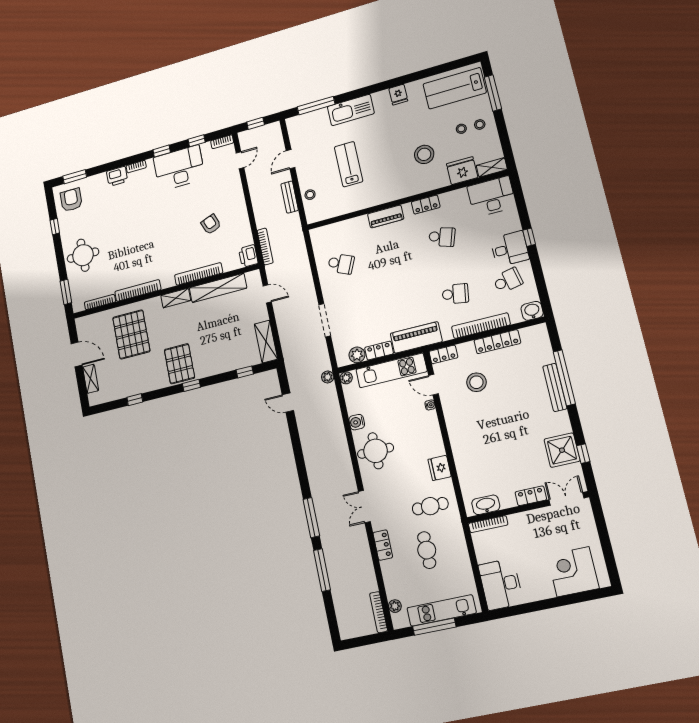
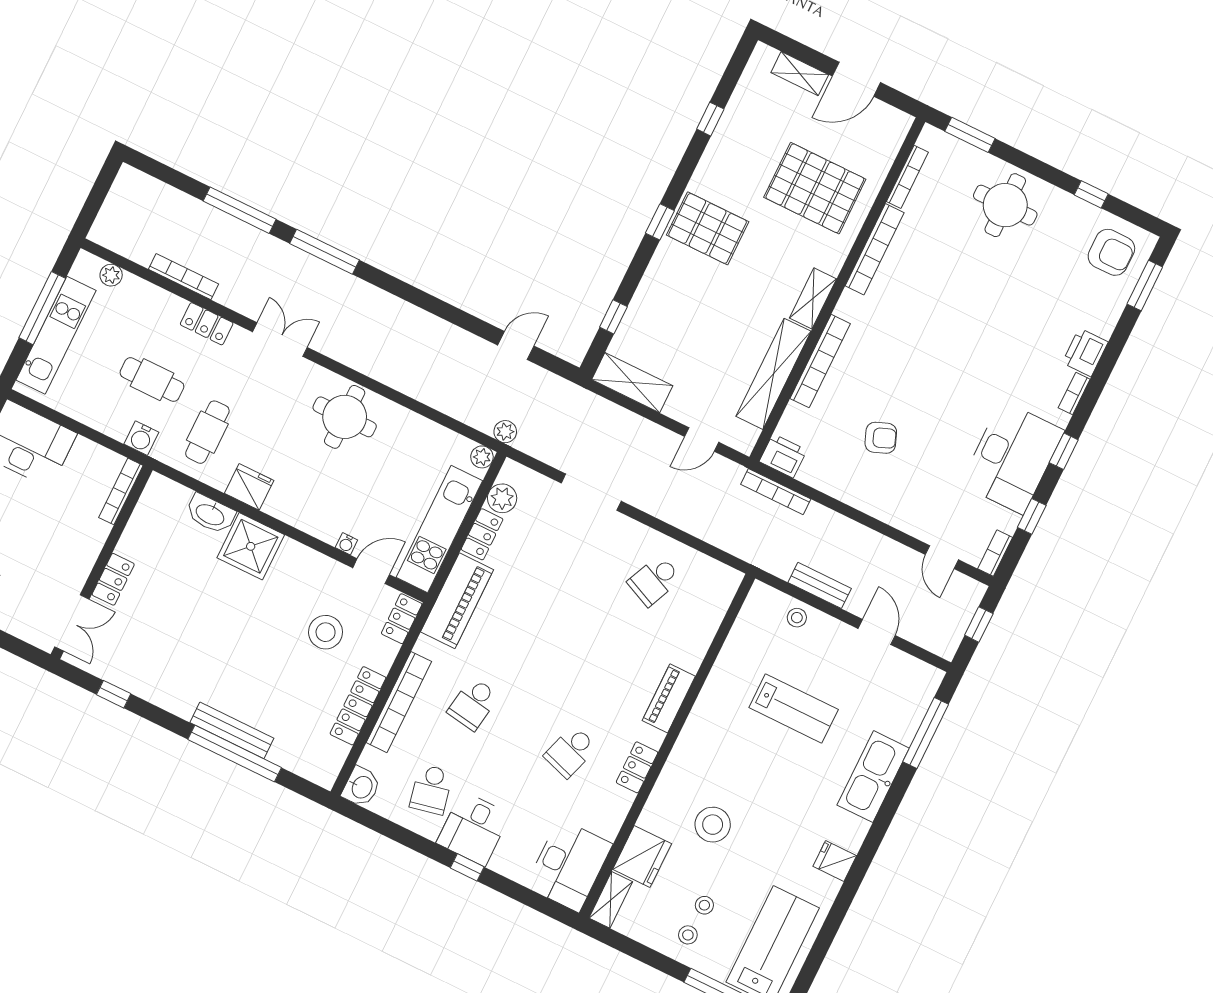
water cooler: (357, 422) -> (141, 438), moved, turned 180
shower: (562, 450) -> (251, 546), moved
washbasin: (486, 505) -> (210, 514), moved, turned 90
bookcase: (379, 612) -> (184, 277), moved

